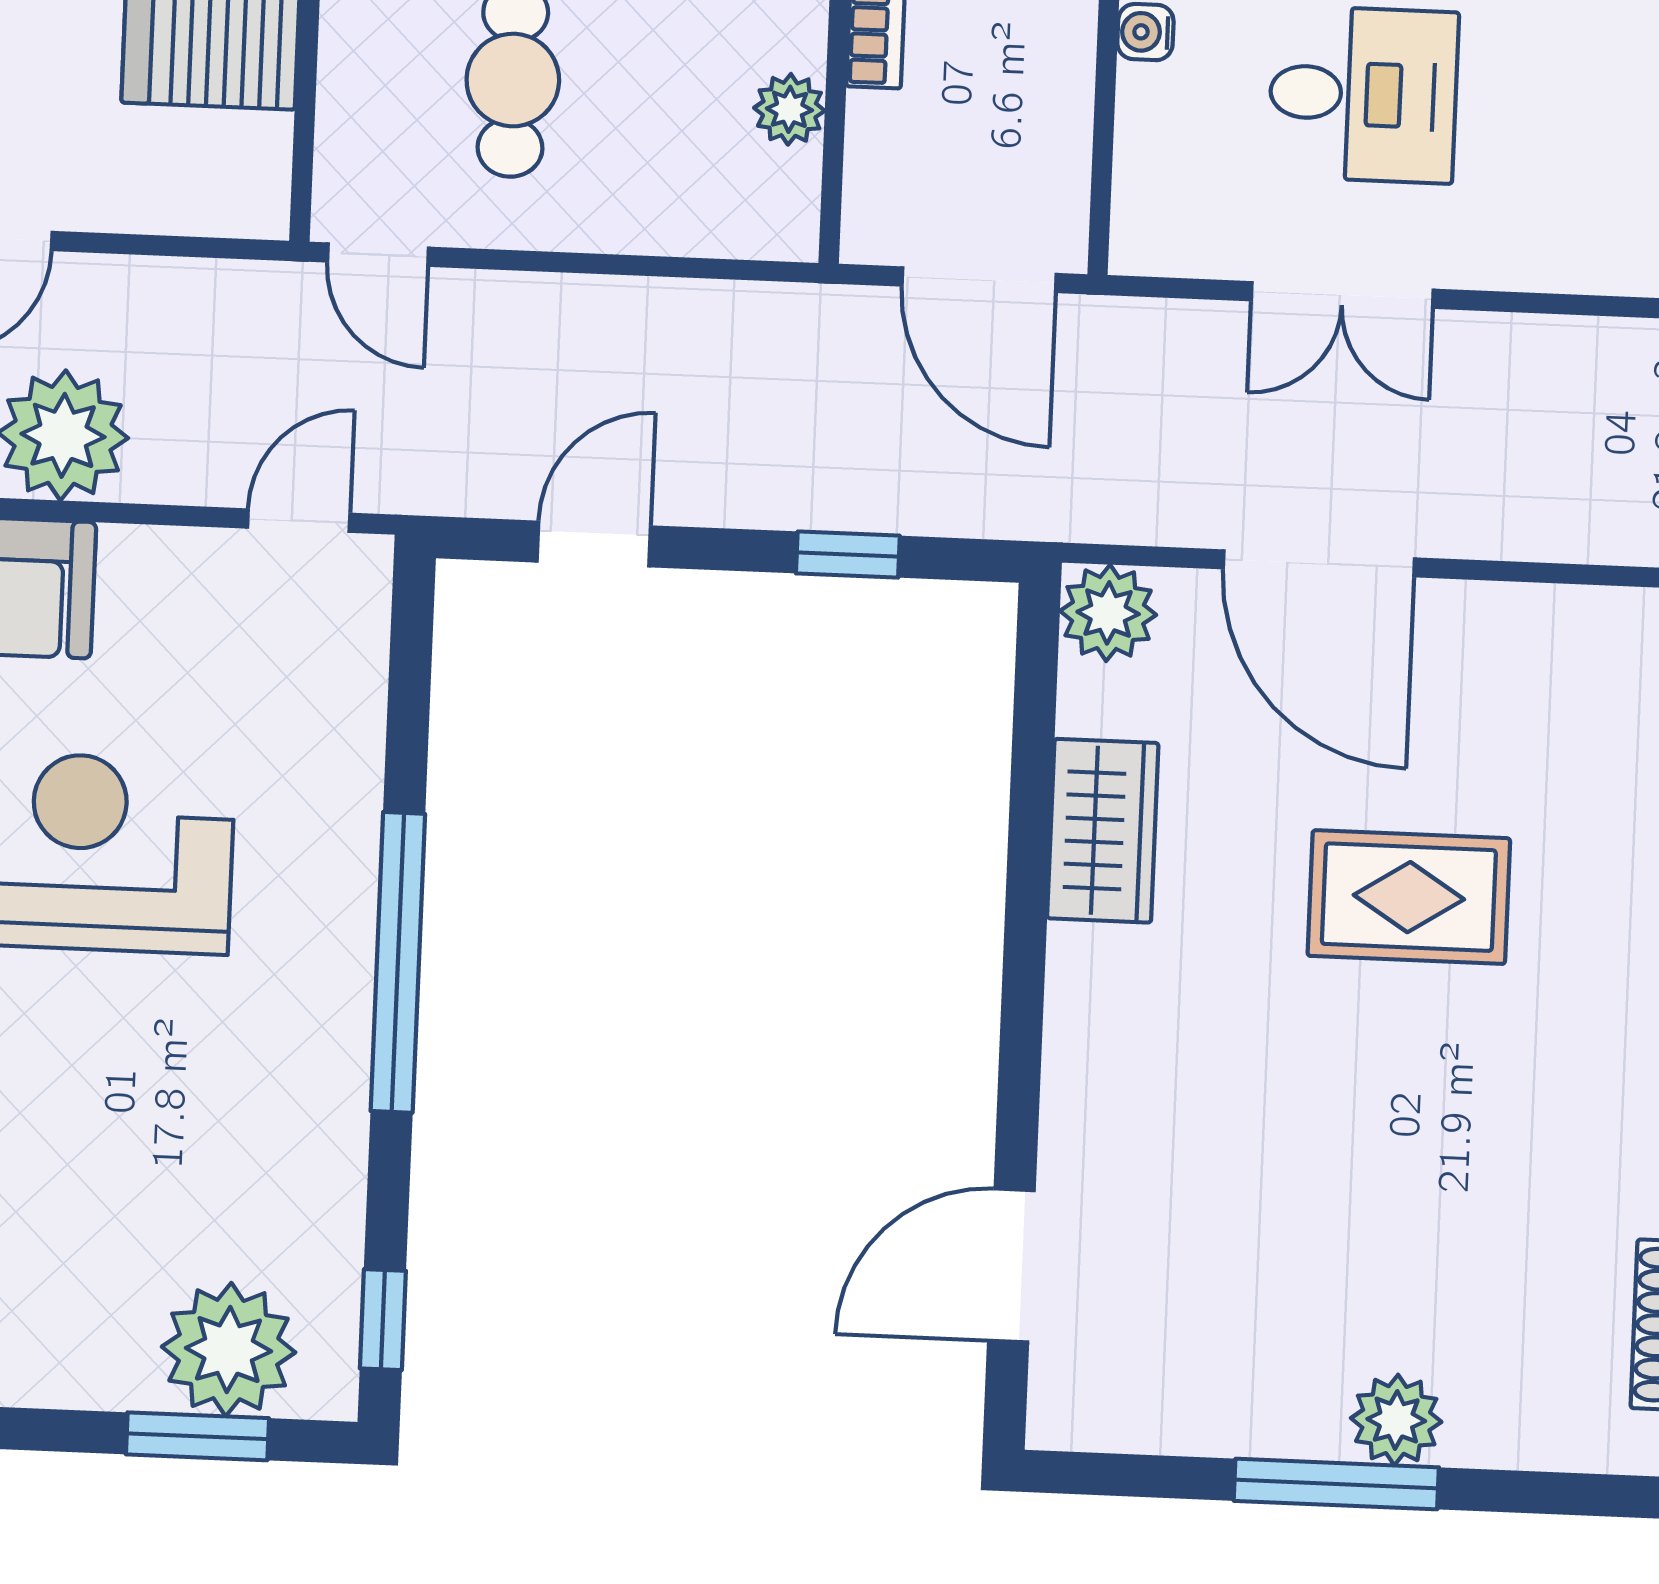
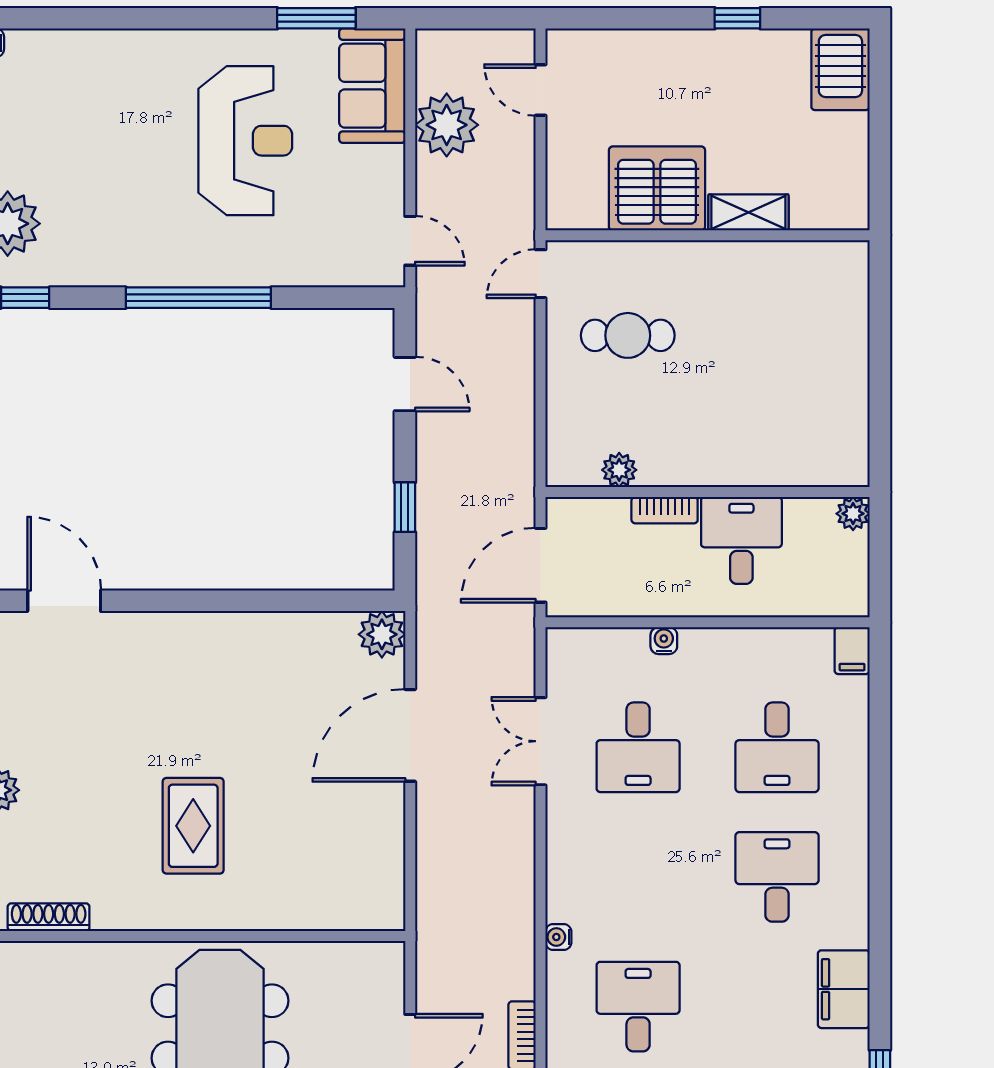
wardrobe: (1103, 831) -> (276, 636), removed
rug: (1409, 897) -> (193, 826), moved

